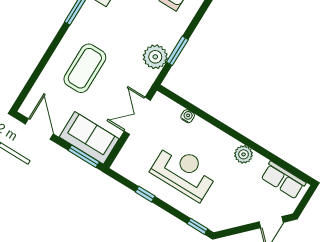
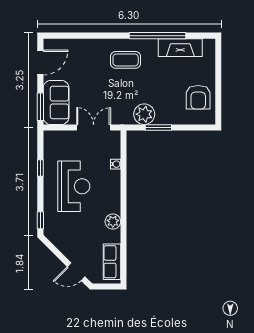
coffee table: (85, 68) -> (126, 60), moved, width x0.73, depth x0.76

